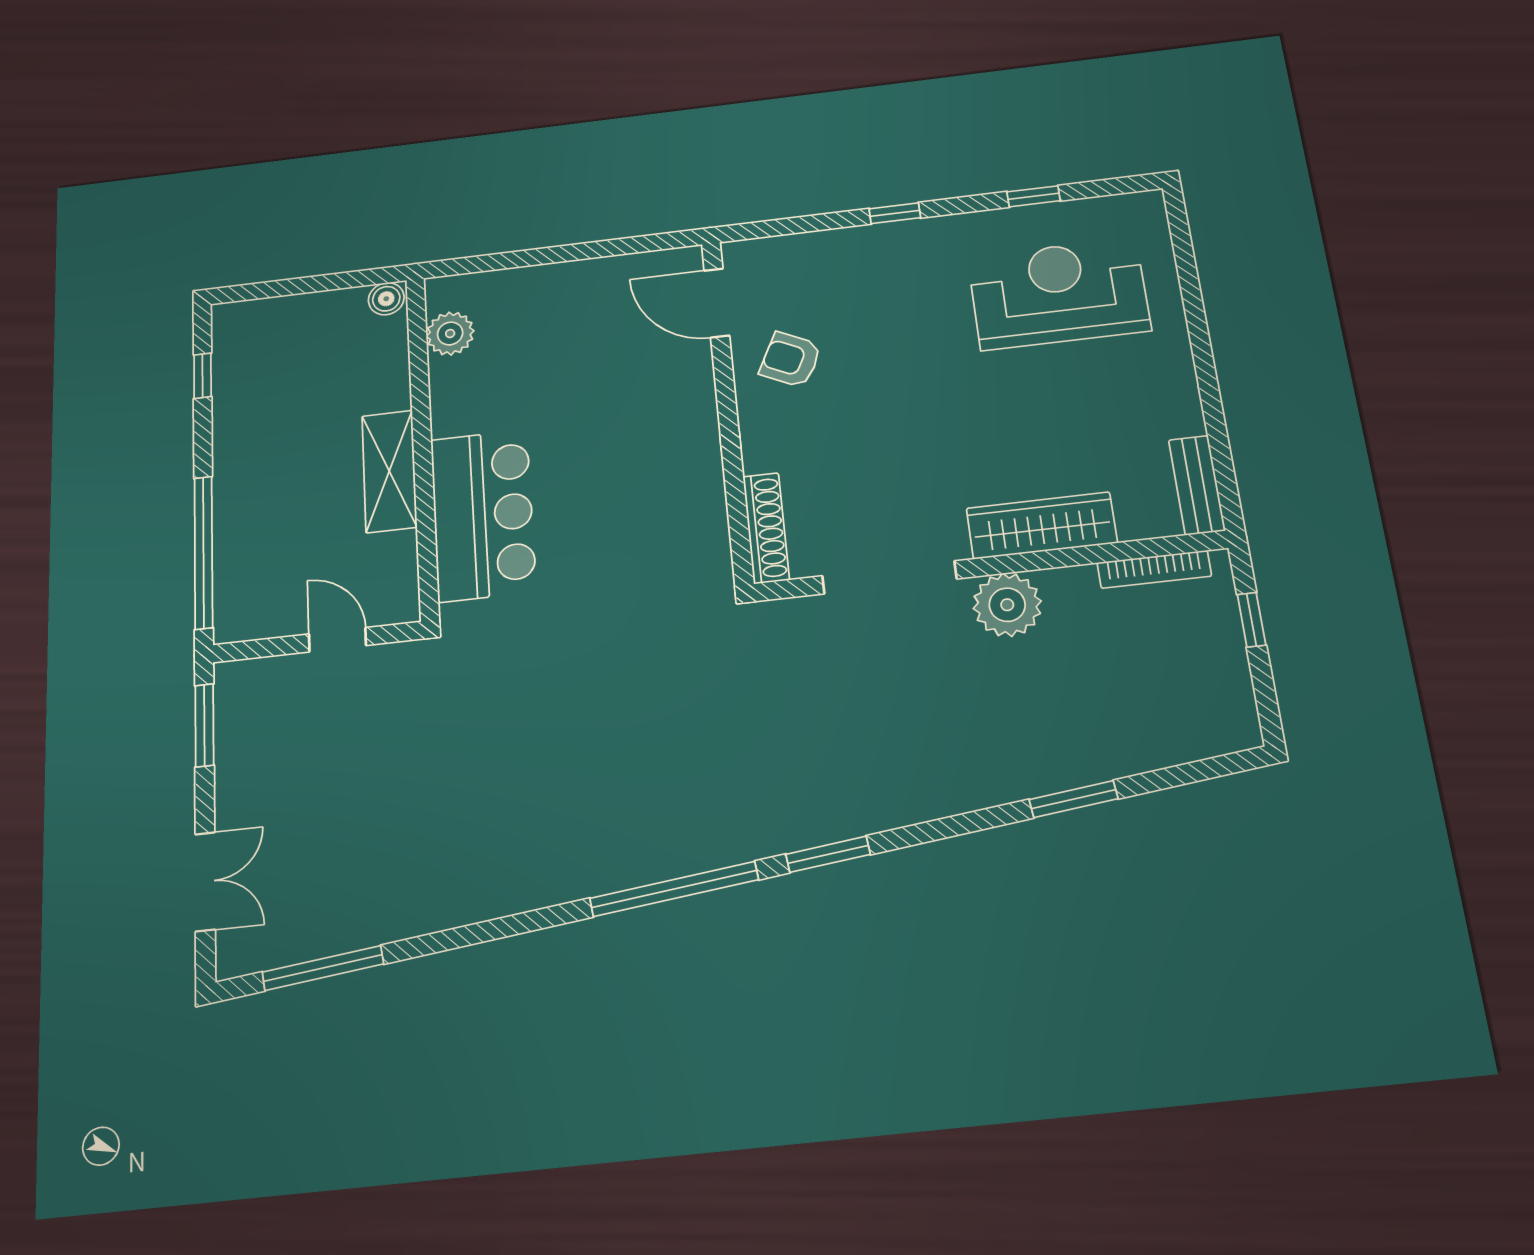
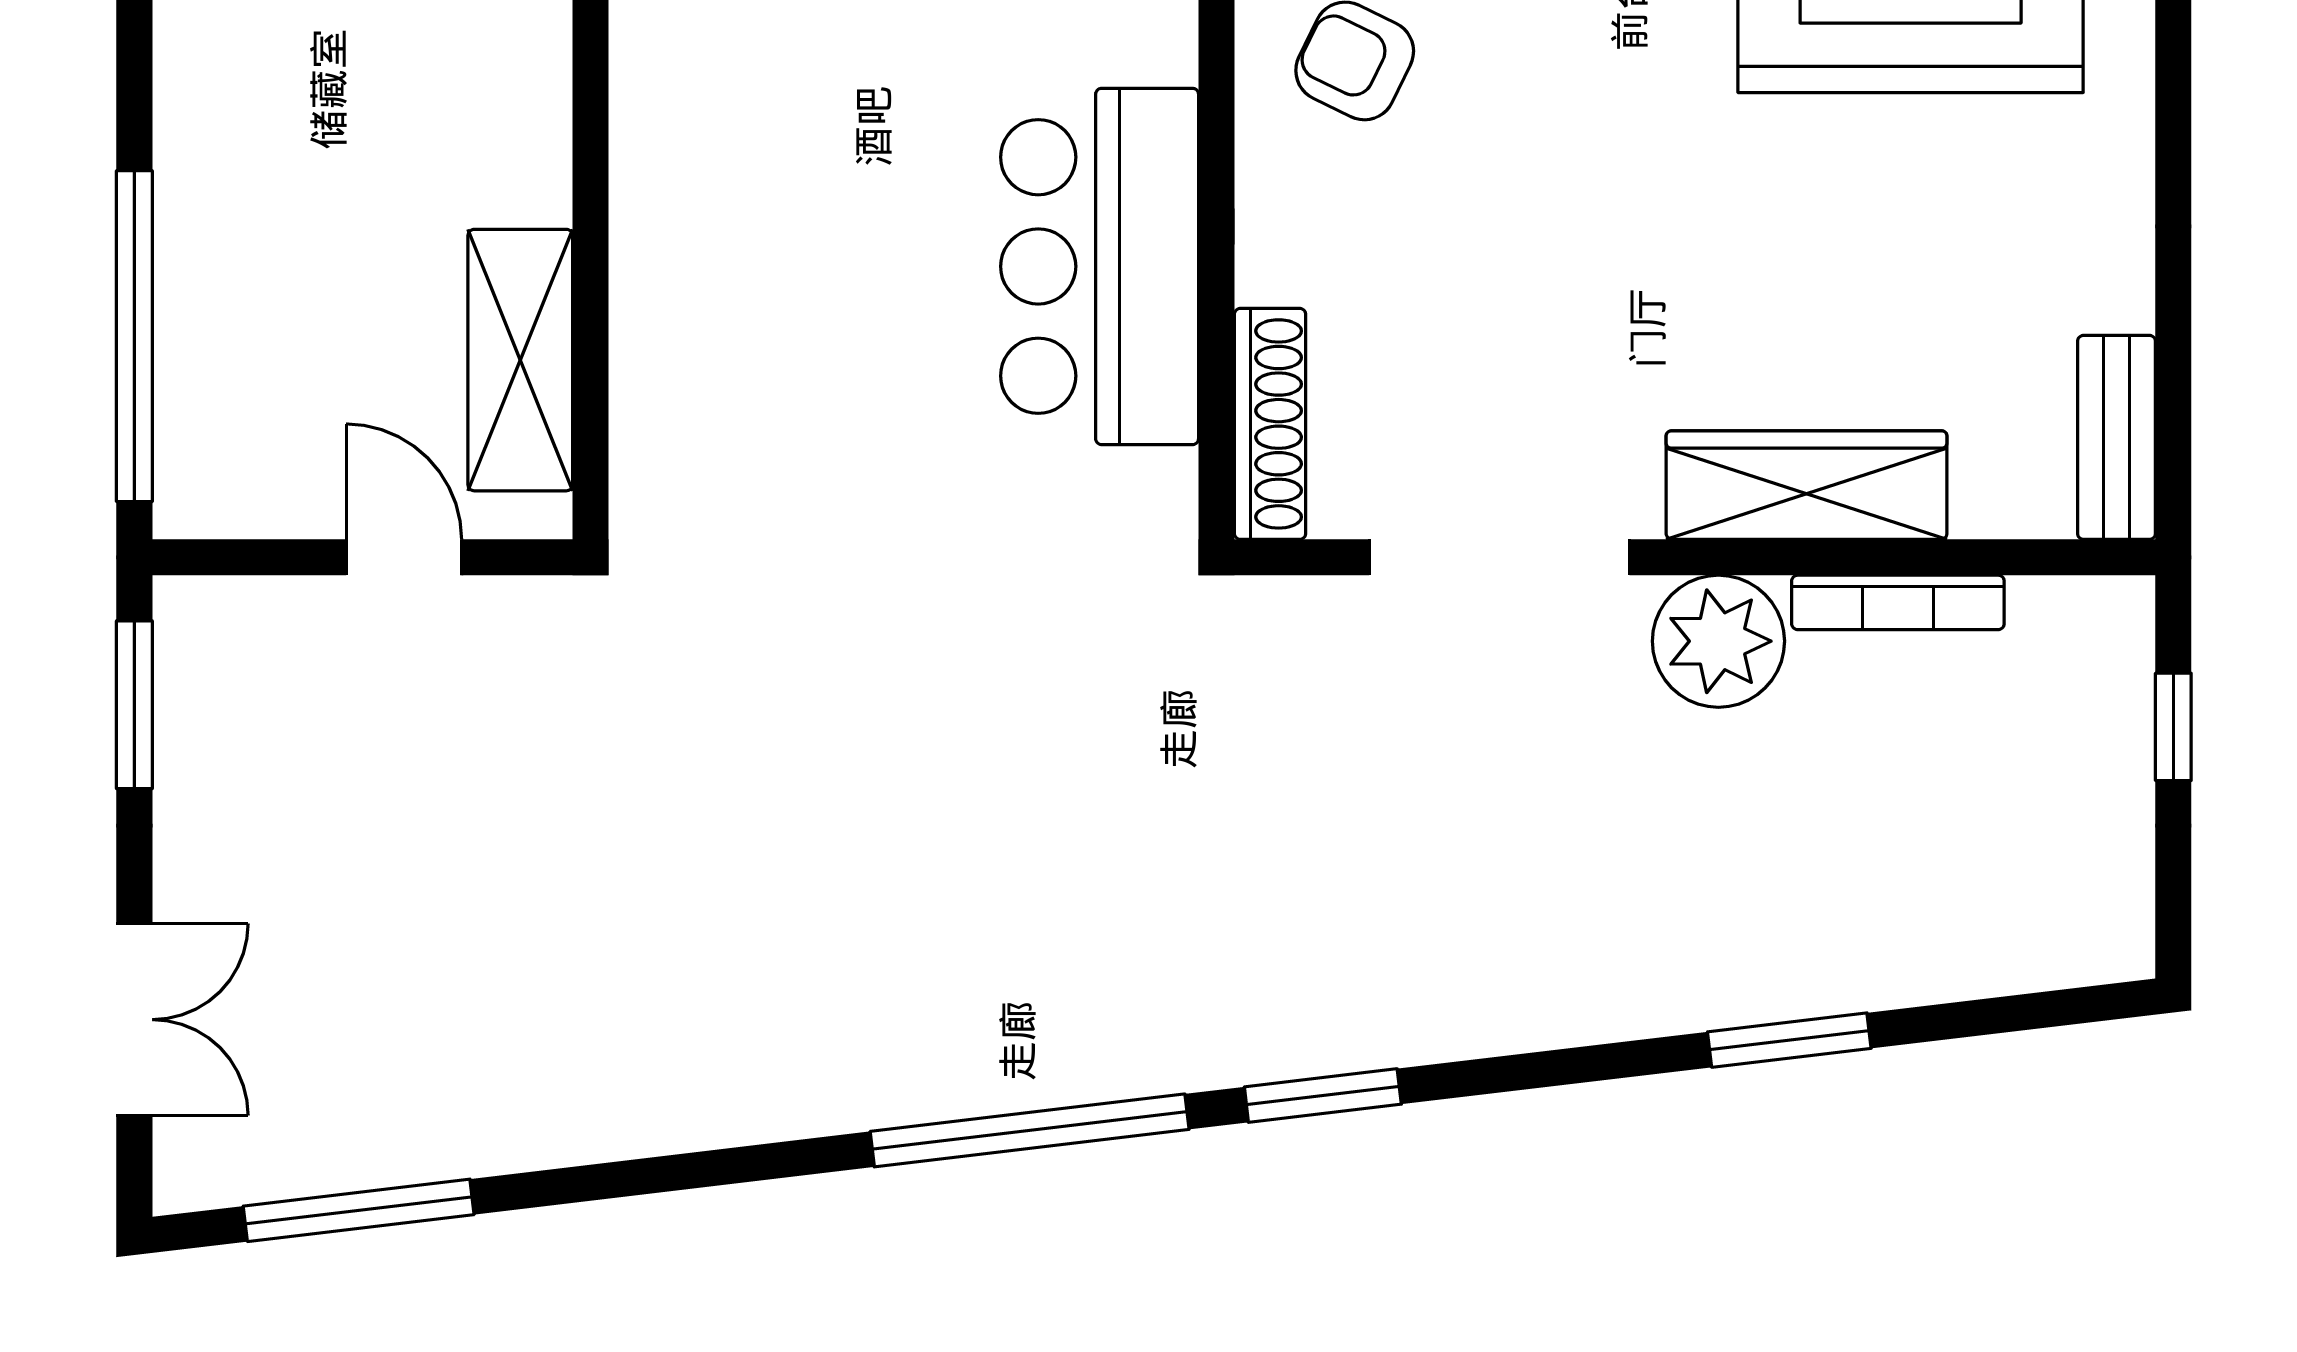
shelving: (389, 471) -> (520, 360), moved
bar counter: (483, 515) -> (1100, 266), moved, turned 180
bookcase: (1154, 569) -> (1898, 602), moved

